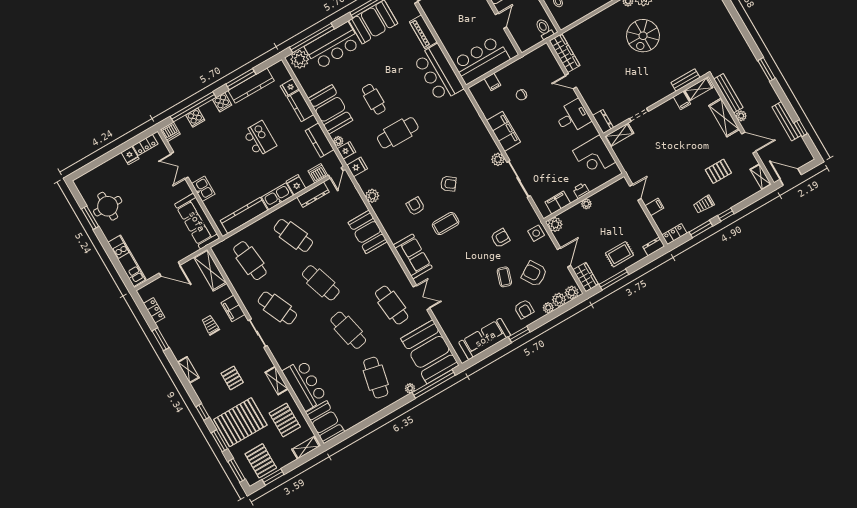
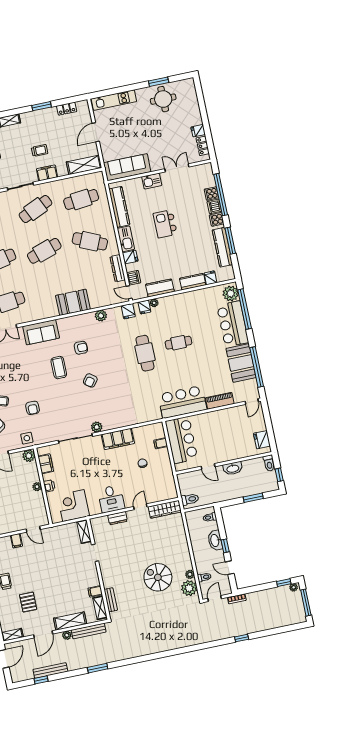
booth: (330, 109) -> (182, 305), removed
dresser: (603, 122) -> (118, 518), moved
dishwasher: (170, 132) -> (214, 206), moved
kitchen island: (260, 139) -> (165, 224), moved, turned 90
cafe table: (293, 235) -> (90, 241), turned 48

